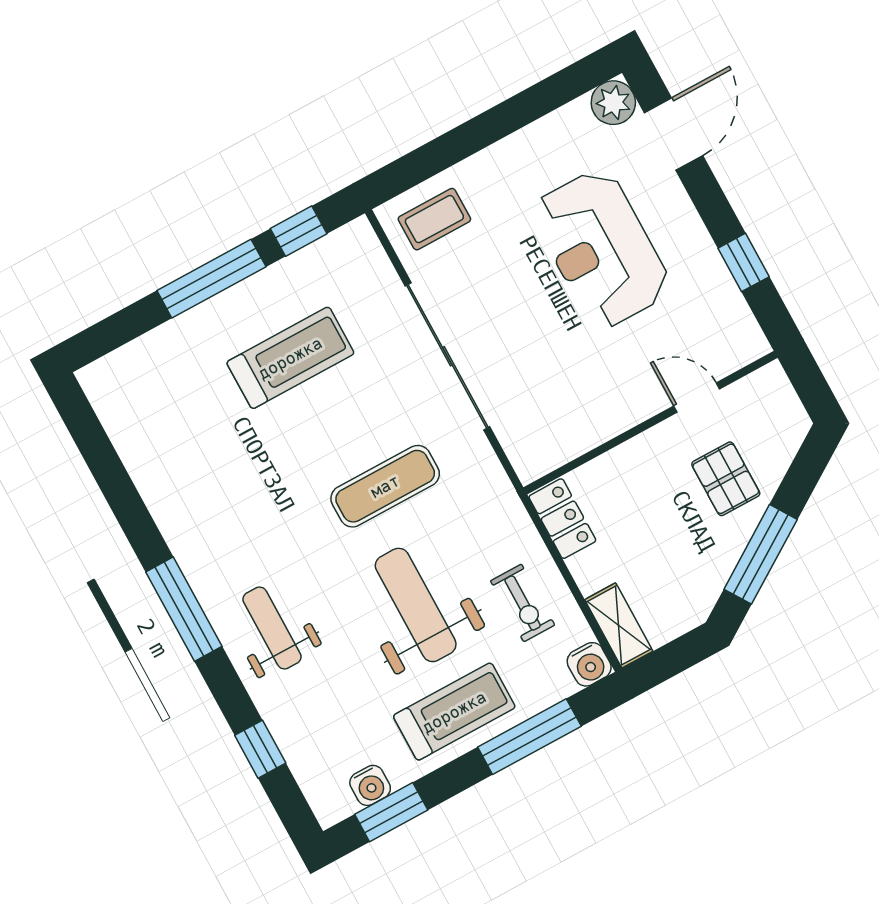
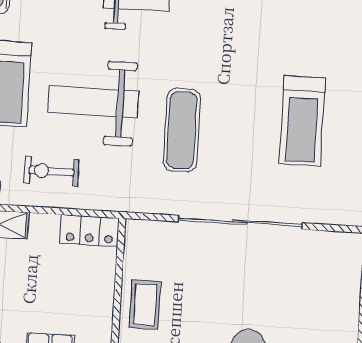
coffee table: (434, 219) -> (145, 304), moved
weight bench: (416, 605) -> (93, 102), turned 180

